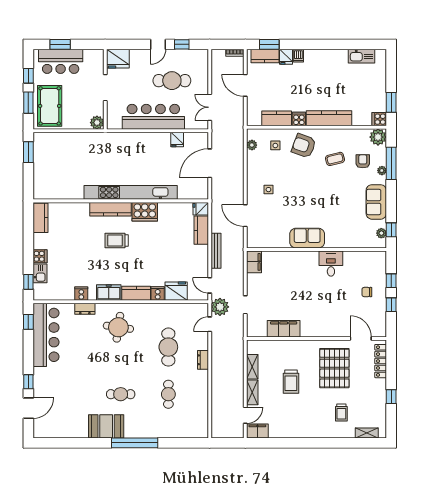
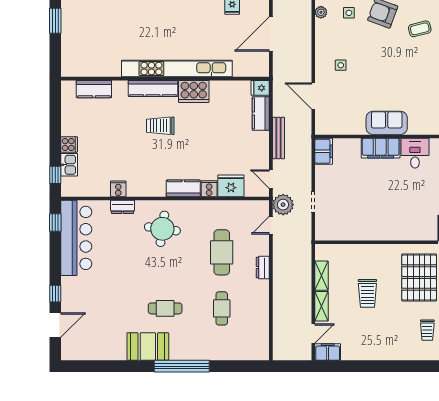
kitchen counter: (40, 218) -> (94, 89), moved, turned 90
freezer: (109, 292) -> (151, 187), removed
filing cabinet: (284, 329) -> (381, 148), moved, turned 180

